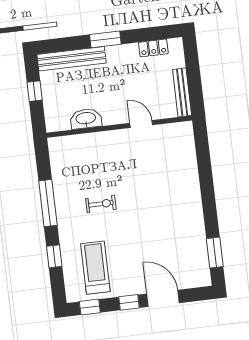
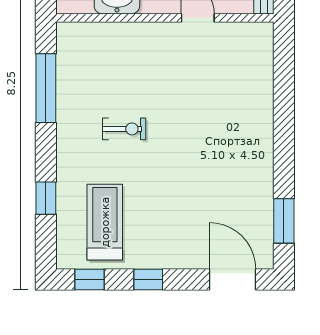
window: (48, 203) -> (46, 88), moved
door: (163, 298) -> (233, 279), moved

